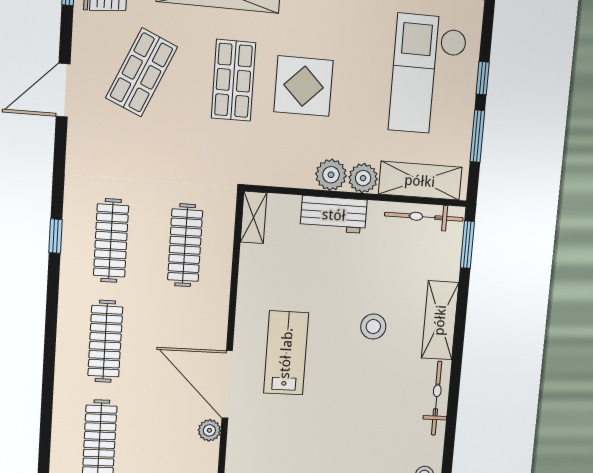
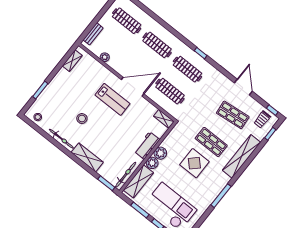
shop shelf: (142, 72) -> (233, 115), turned -30
stool: (373, 327) -> (82, 119), moved
door: (227, 385) -> (133, 87), moved

